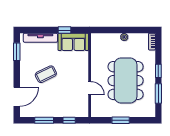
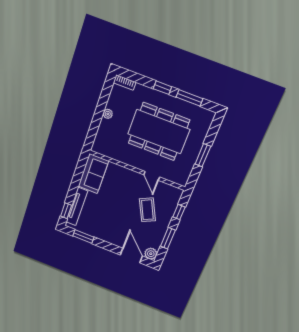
window: (65, 30) -> (66, 211), moved
coffee table: (46, 74) -> (147, 210), moved
door: (90, 88) -> (152, 176), swing flipped
plant: (25, 112) -> (151, 254), added

